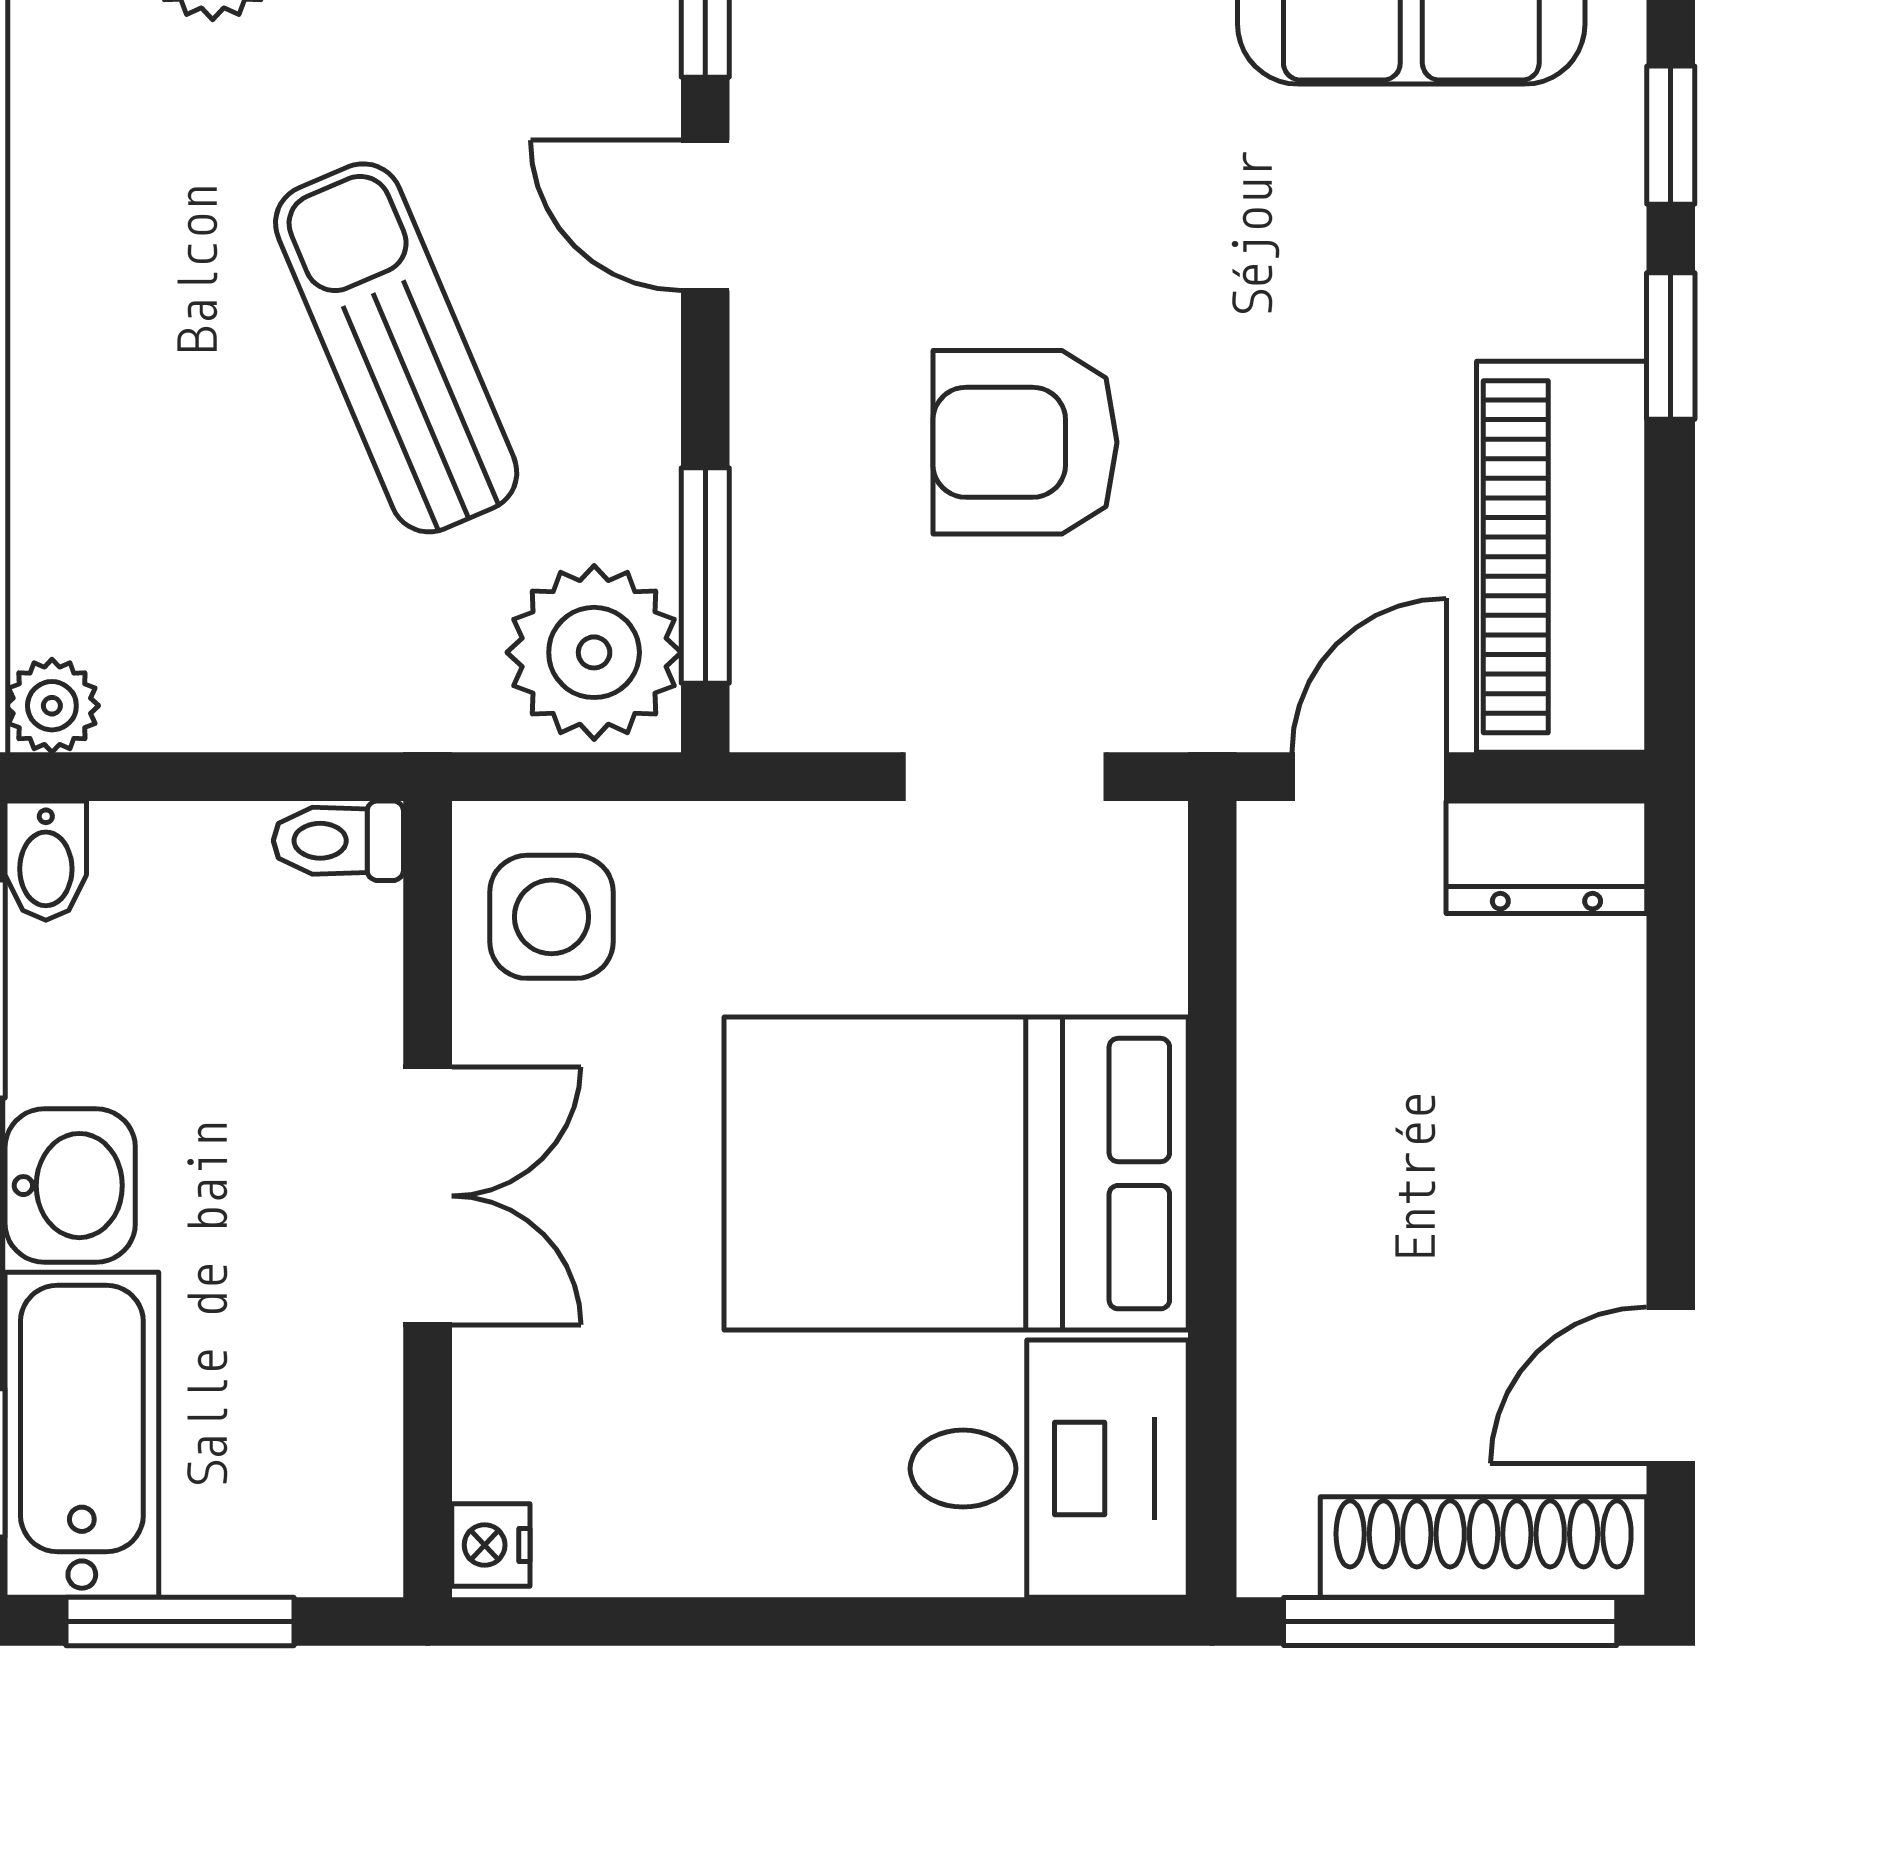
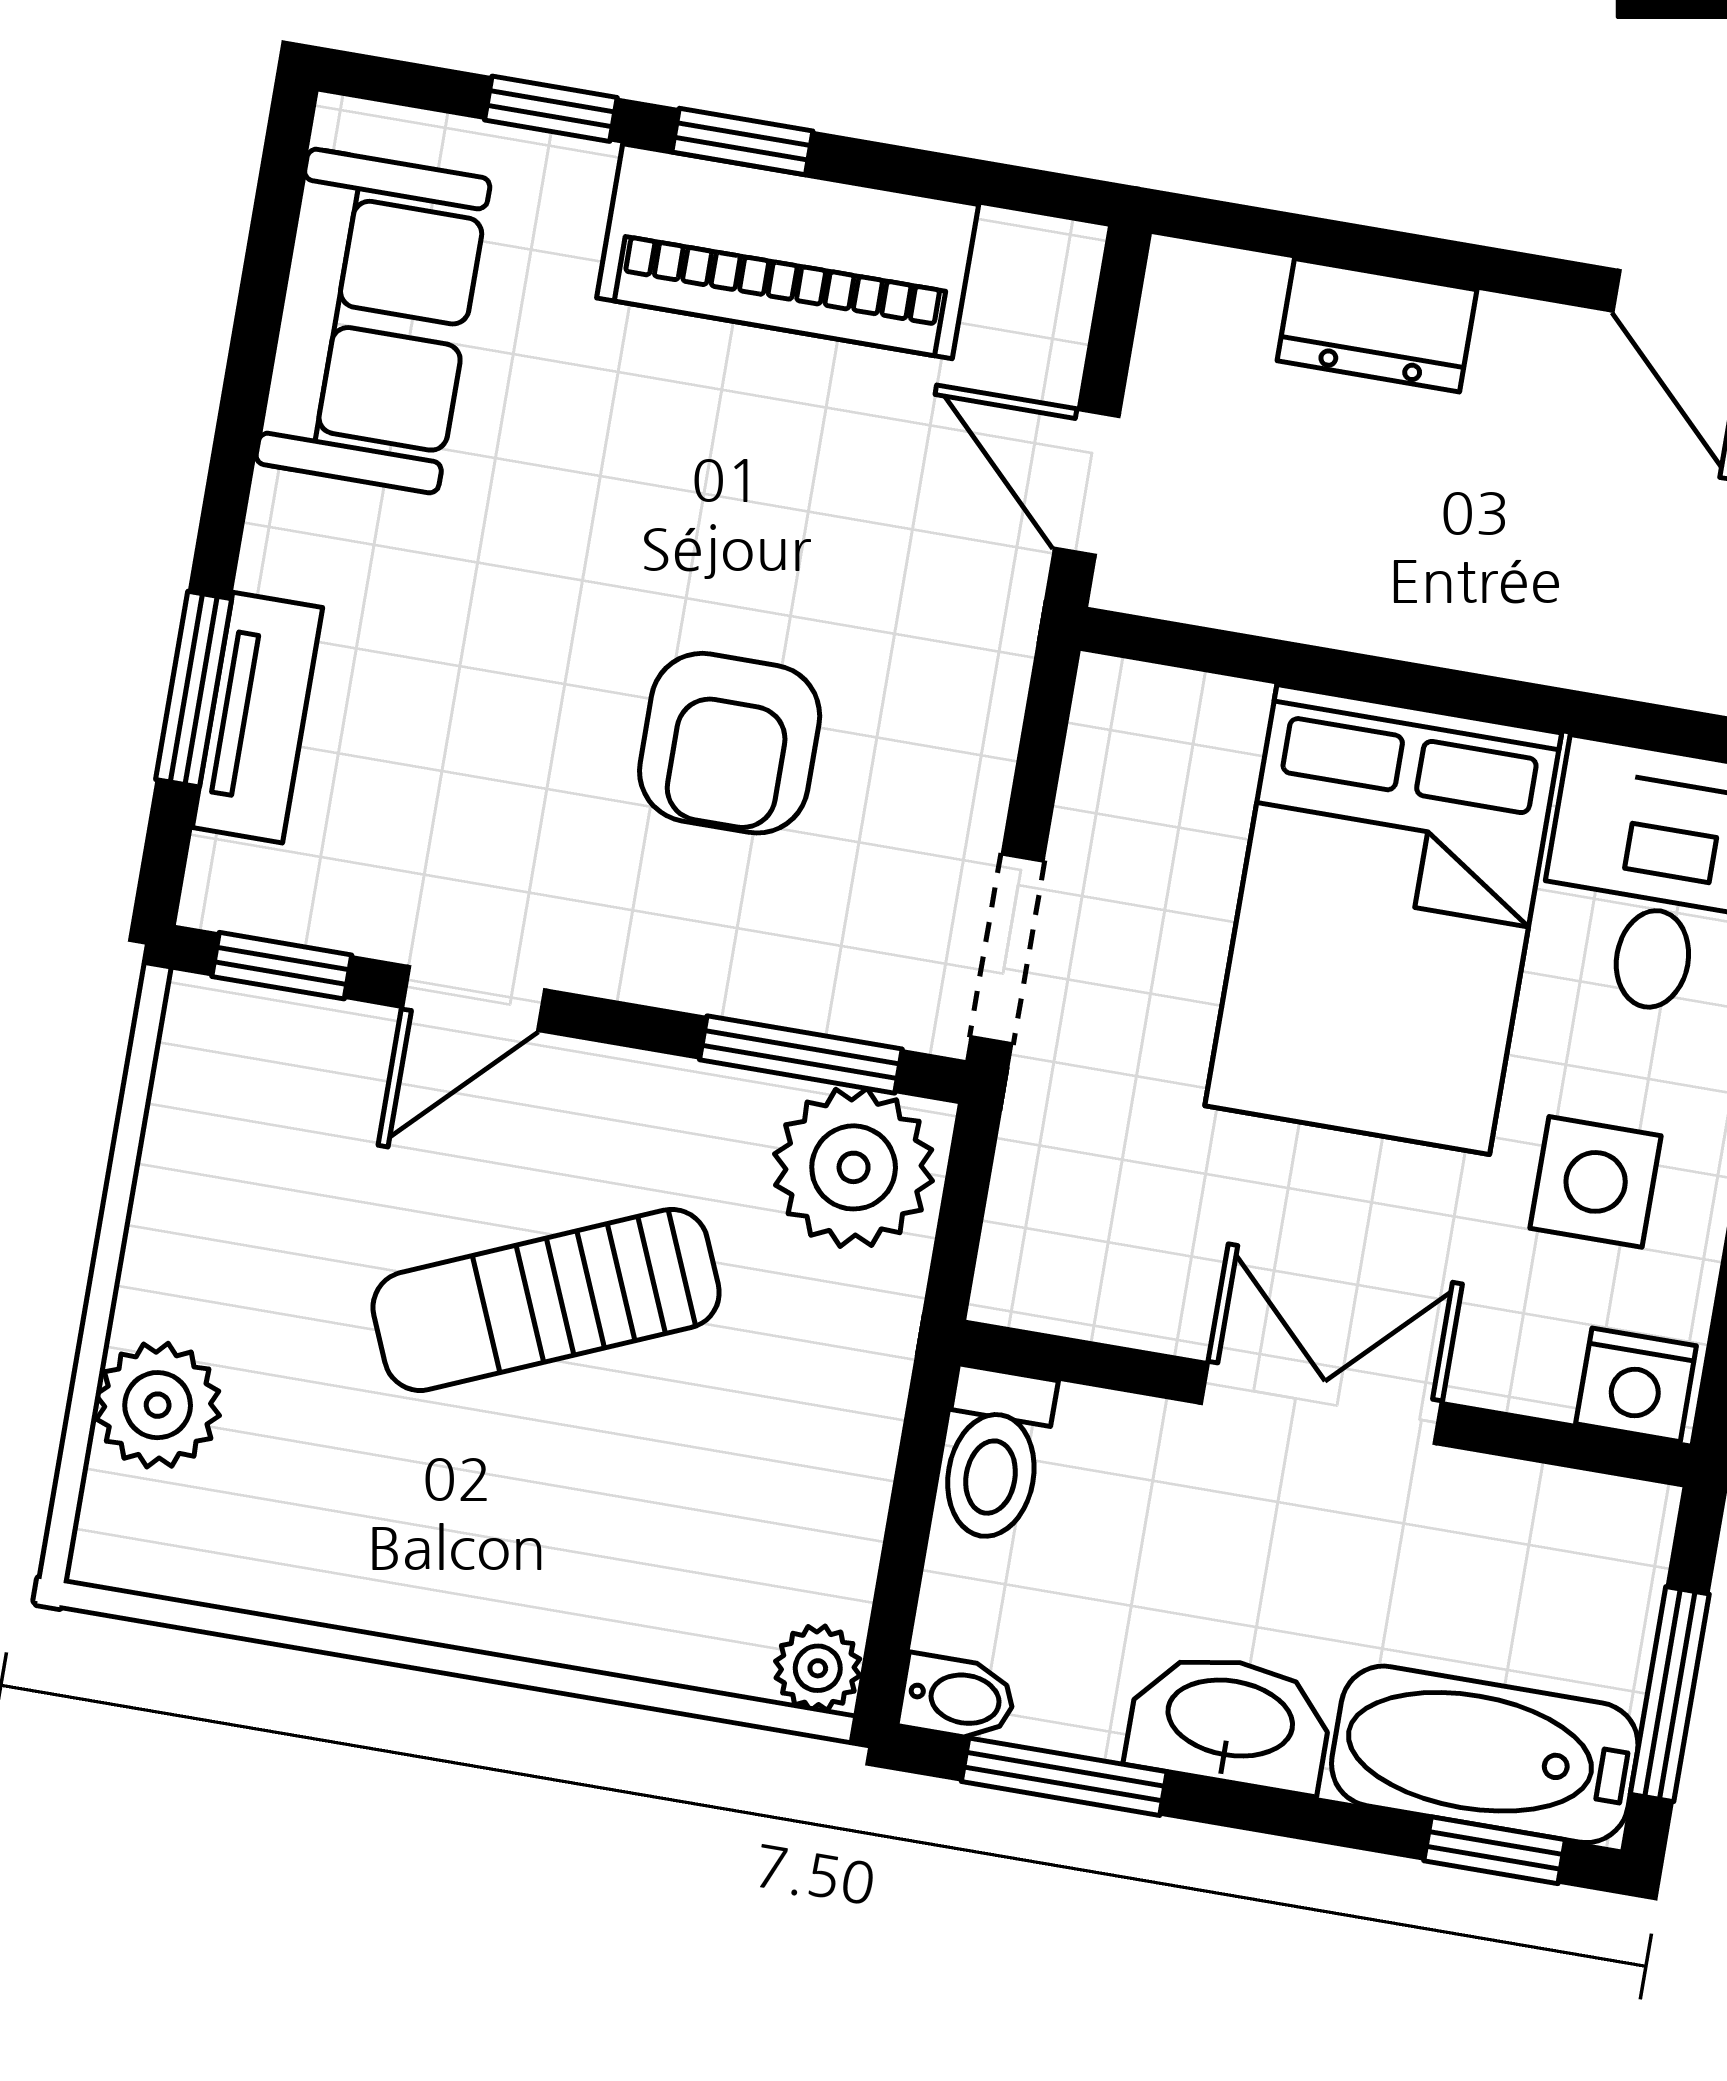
piano: (1562, 557) -> (788, 251), moved
doorway: (1005, 777) -> (1007, 949), moved
toilet: (338, 841) -> (994, 1454), width x1.37, depth x1.39
dresser: (1546, 857) -> (1377, 325), moved, turned 90
side table: (552, 917) -> (1596, 1182), moved
washbasin: (70, 1186) -> (1230, 1722), width x1.38
nightstand: (491, 1545) -> (1636, 1385), width x1.39, depth x1.35

